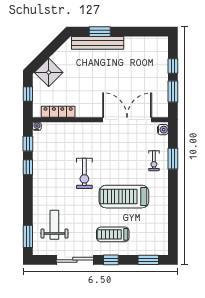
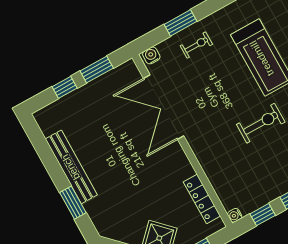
bench: (98, 43) -> (71, 167), moved

